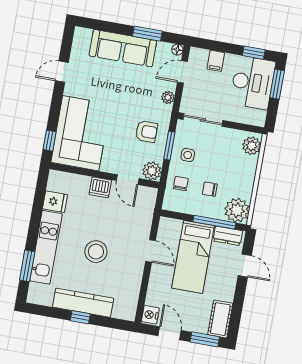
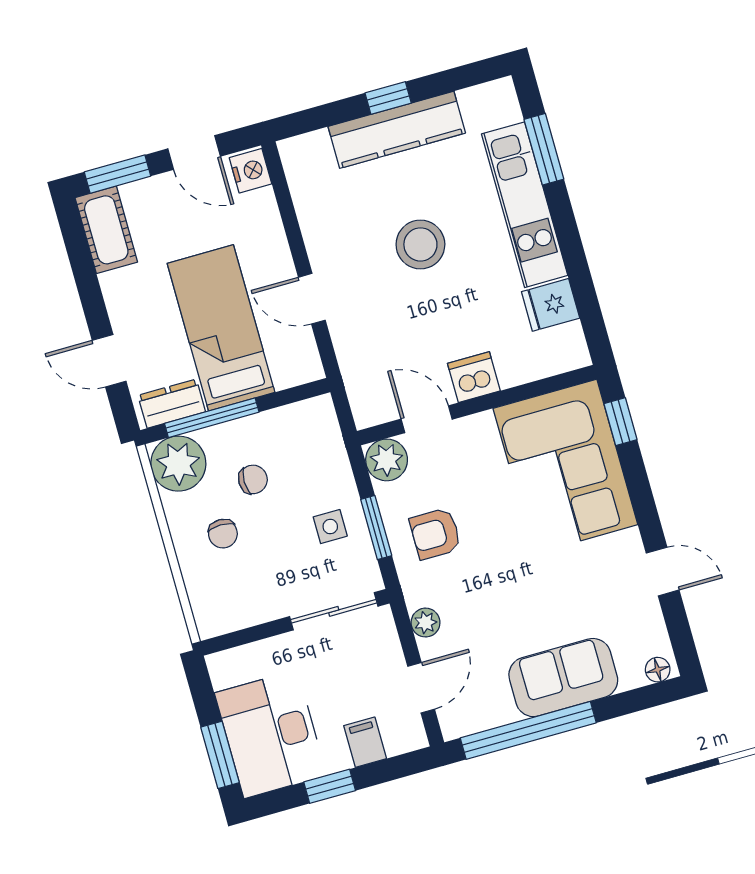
window: (147, 34) -> (528, 730), width x2.11
sofa: (123, 48) -> (563, 678), width x0.73
floor lamp: (177, 50) -> (658, 670), moved
window: (254, 53) -> (330, 786), moved
door: (62, 72) -> (663, 572), hinge flipped
plant: (252, 146) -> (211, 607), removed
chair: (181, 184) -> (223, 534), moved

